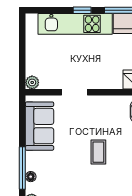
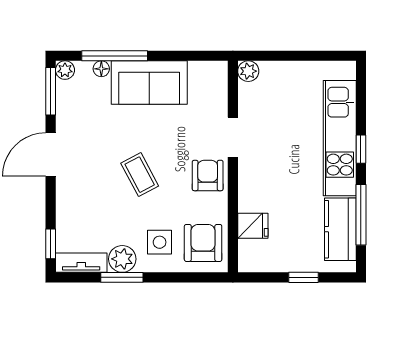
armchair: (99, 108) -> (208, 175), added
sofa: (40, 126) -> (149, 83), moved
coffee table: (98, 152) -> (140, 175), turned 62

